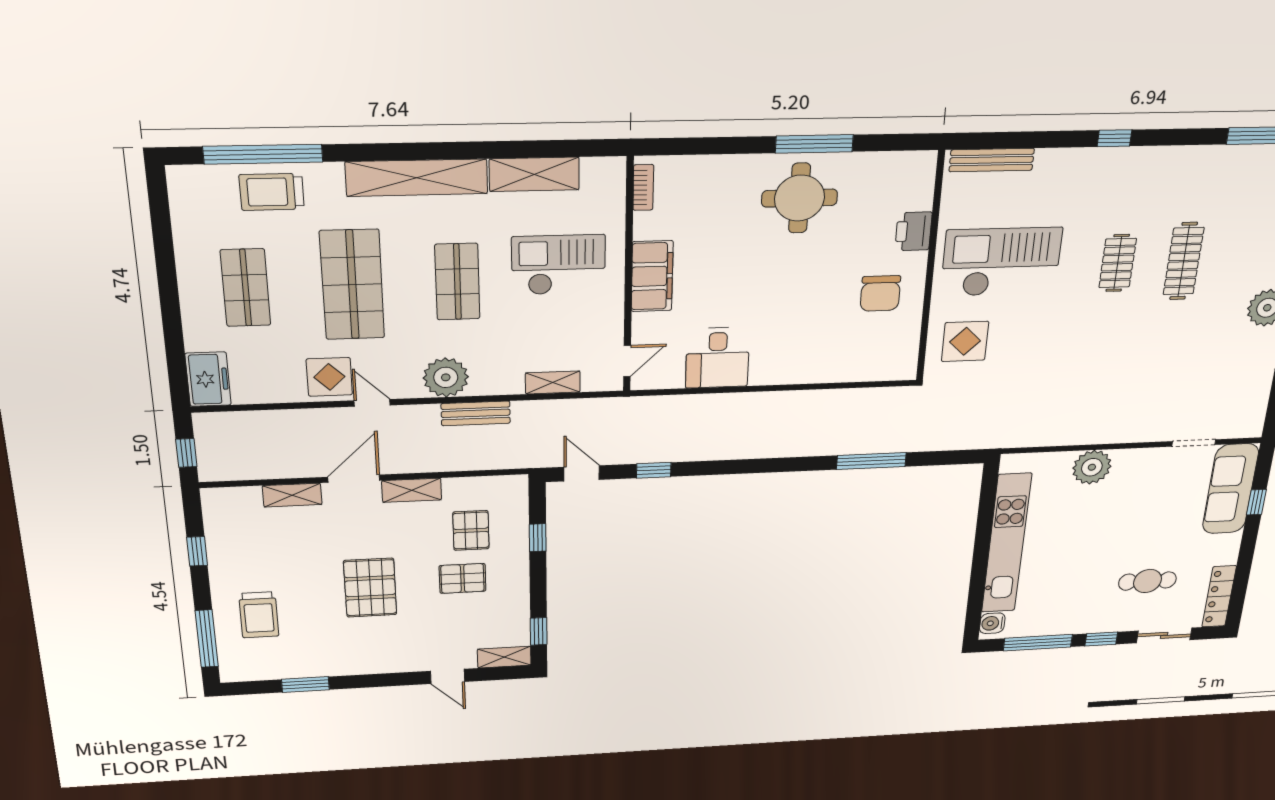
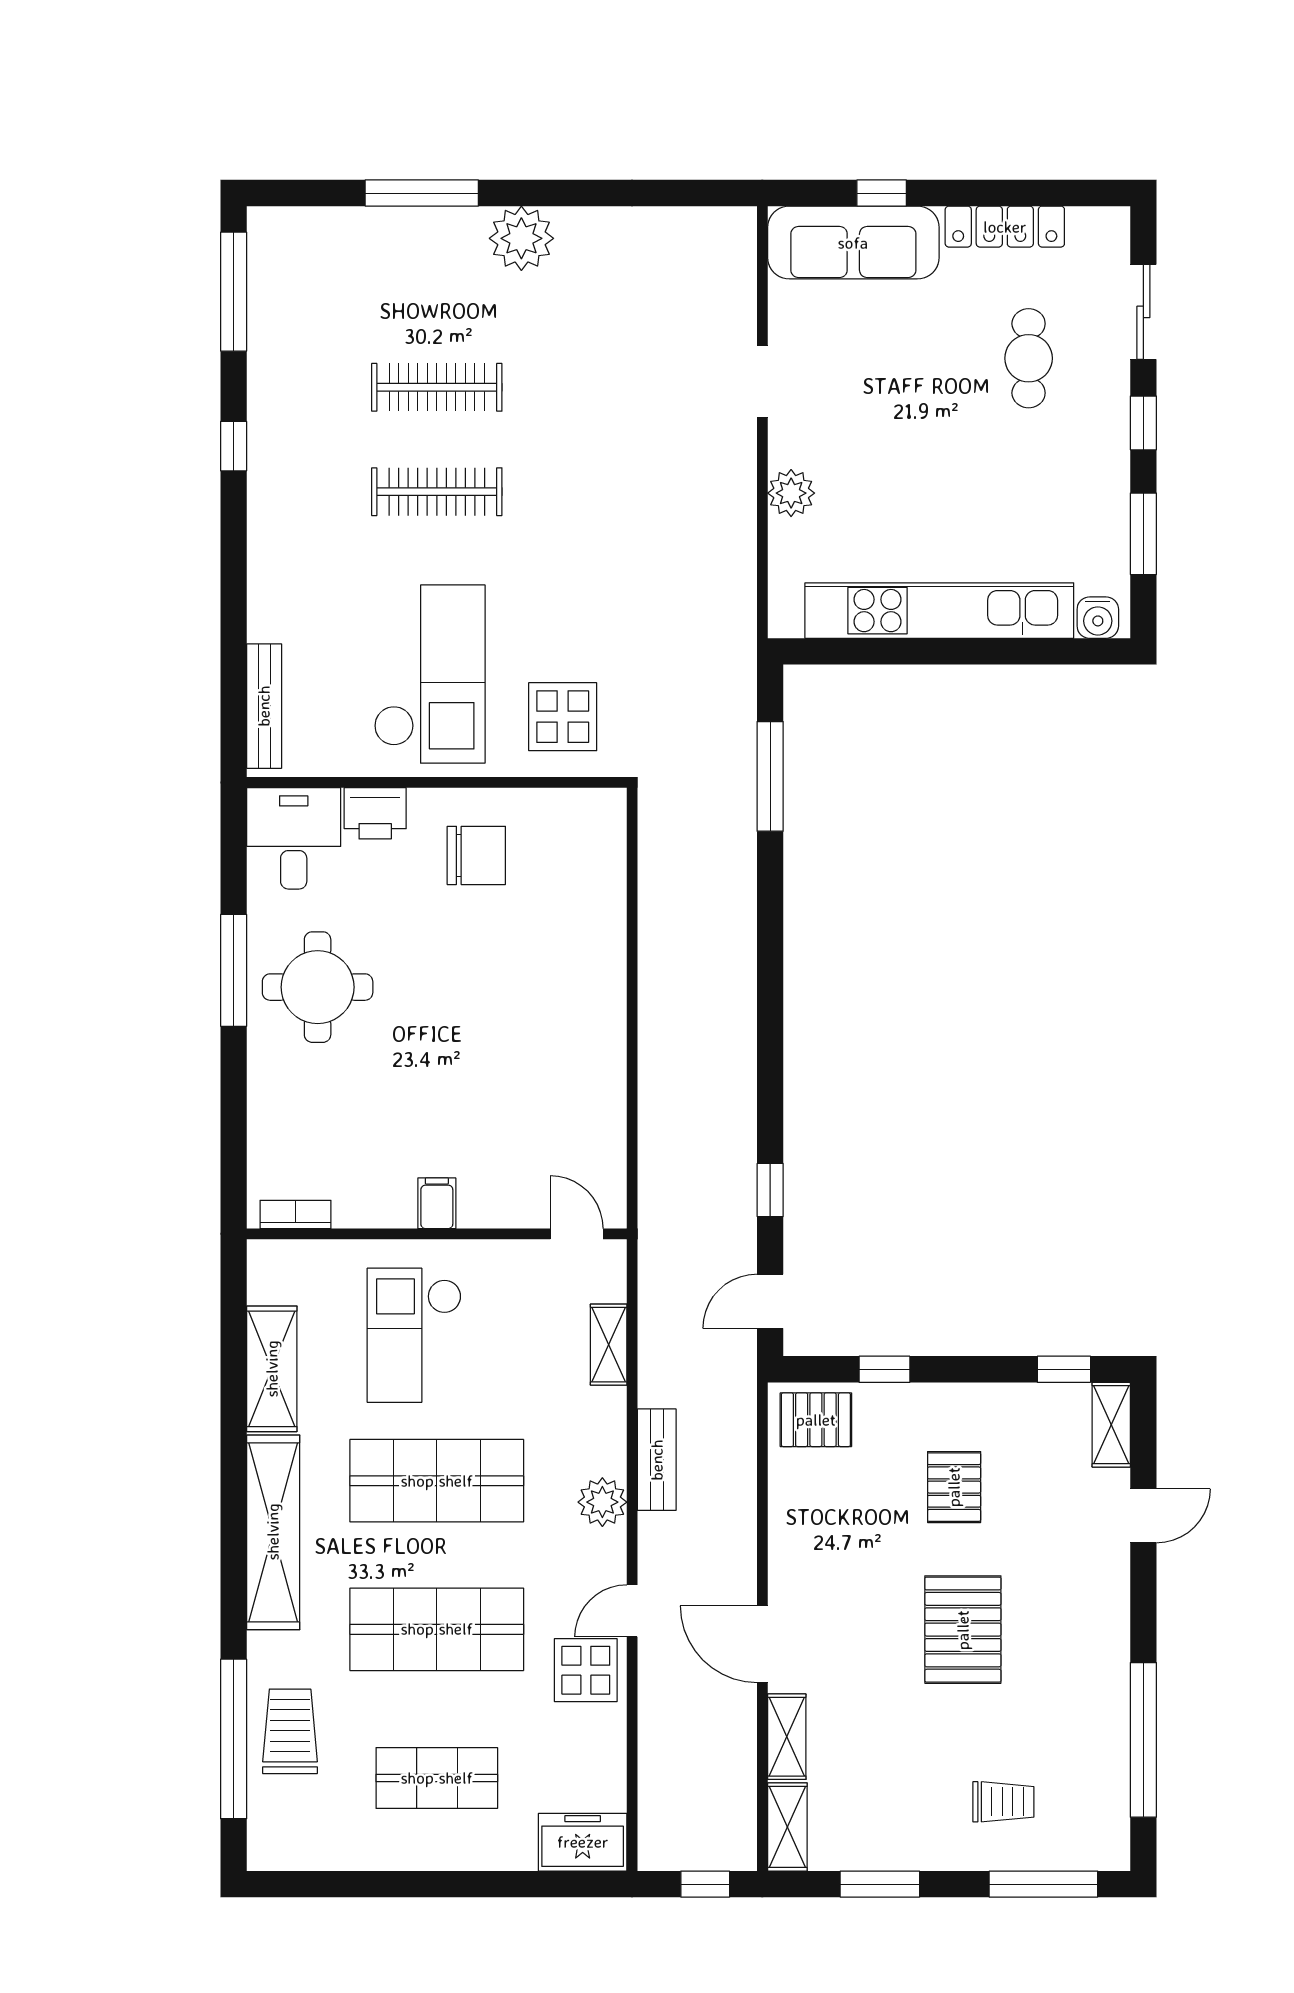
window: (1114, 138) -> (234, 446), moved
trolley: (272, 192) -> (290, 1731), turned 180
checkout: (1001, 262) -> (429, 674), turned 180
clothes rail: (1118, 263) -> (437, 492), width x1.36
filing cabinet: (652, 276) -> (437, 1203), width x0.33, depth x0.86
shop shelf: (457, 282) -> (437, 1481), width x1.43, depth x1.36
desk: (717, 358) -> (294, 838), moved, turned -90
plant: (446, 377) -> (602, 1502), width x0.73, depth x0.73
doorway: (1194, 443) -> (762, 381), moved
window: (871, 461) -> (770, 776), moved
plant: (1092, 467) -> (791, 493), width x0.73, depth x0.73
shelving: (412, 490) -> (787, 1827), moved
pallet: (471, 530) -> (816, 1420), moved
window: (197, 551) -> (880, 1884), width x1.50
pallet: (370, 588) -> (963, 1630), turned 90
locker: (1219, 596) -> (1005, 227), moved
trolley: (259, 615) -> (1003, 1802), width x0.73, depth x0.72
window: (1038, 643) -> (1143, 534), width x0.69
window: (305, 685) -> (1143, 1740), width x2.11

